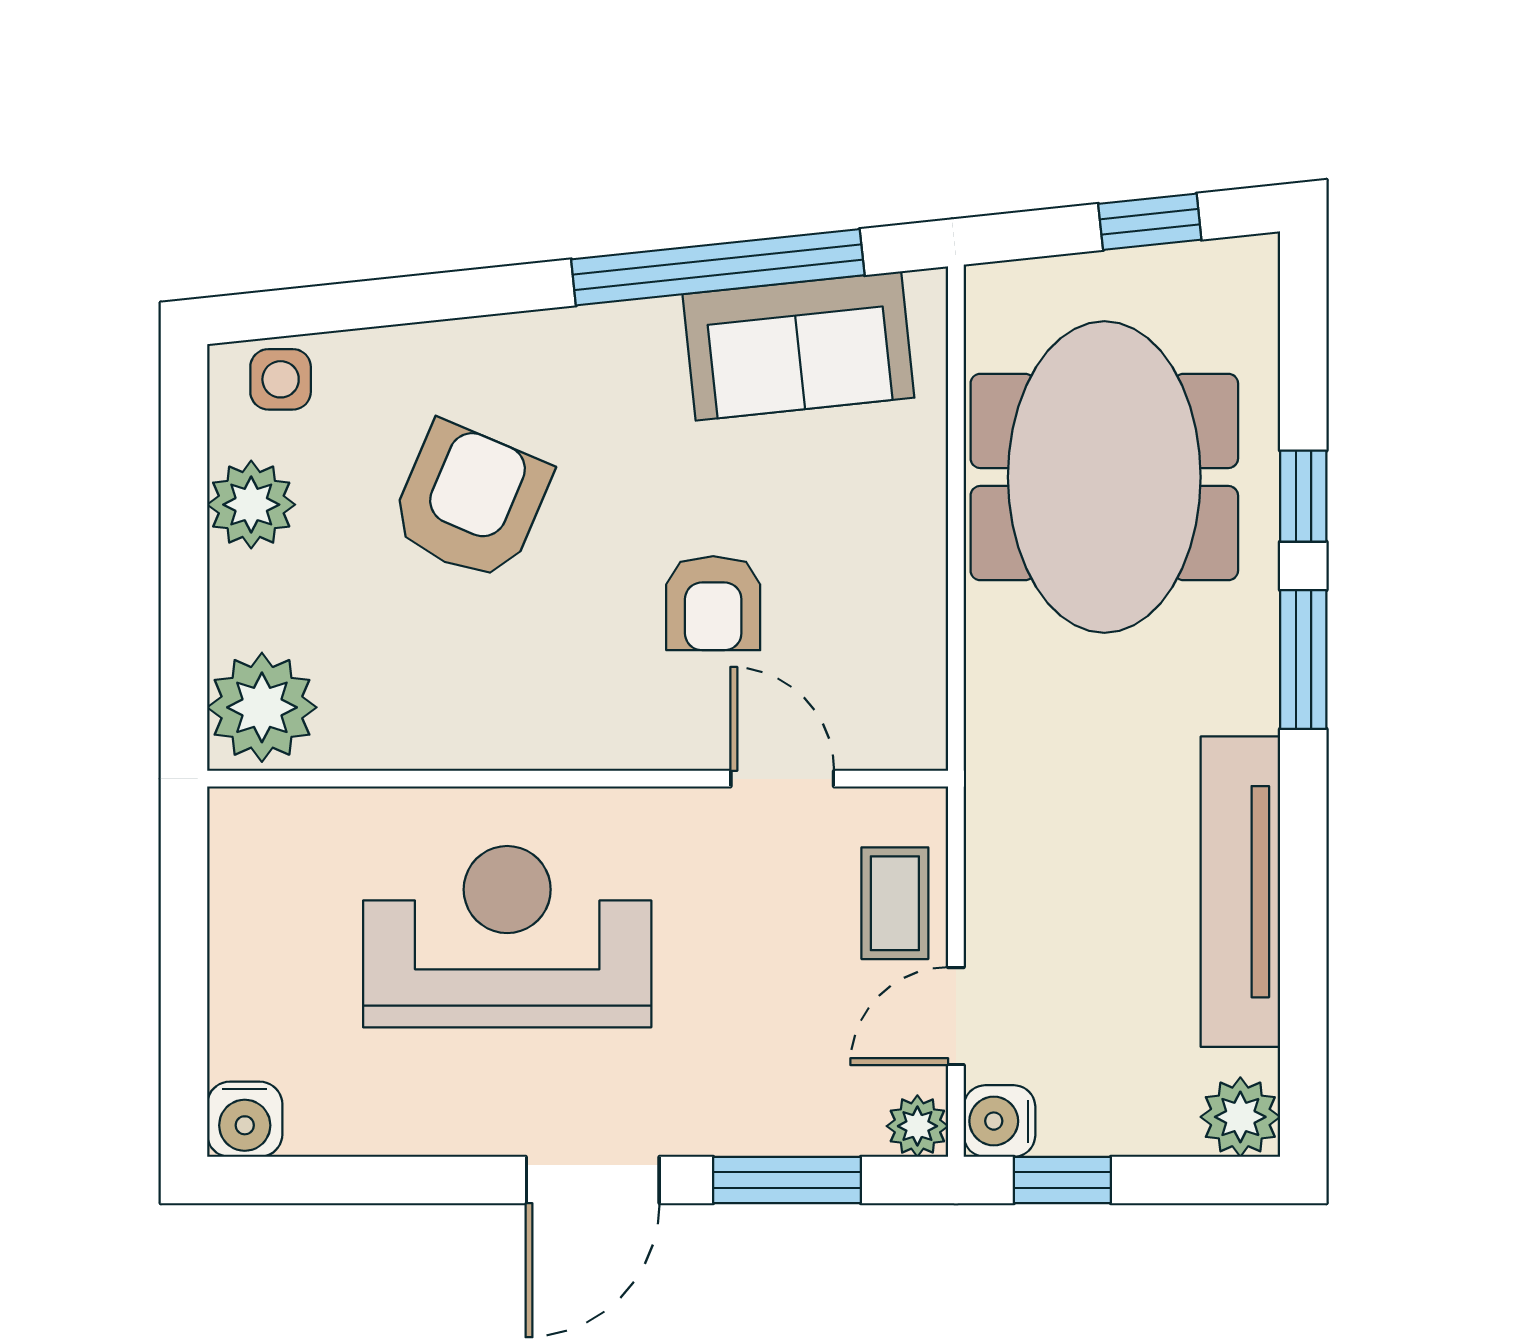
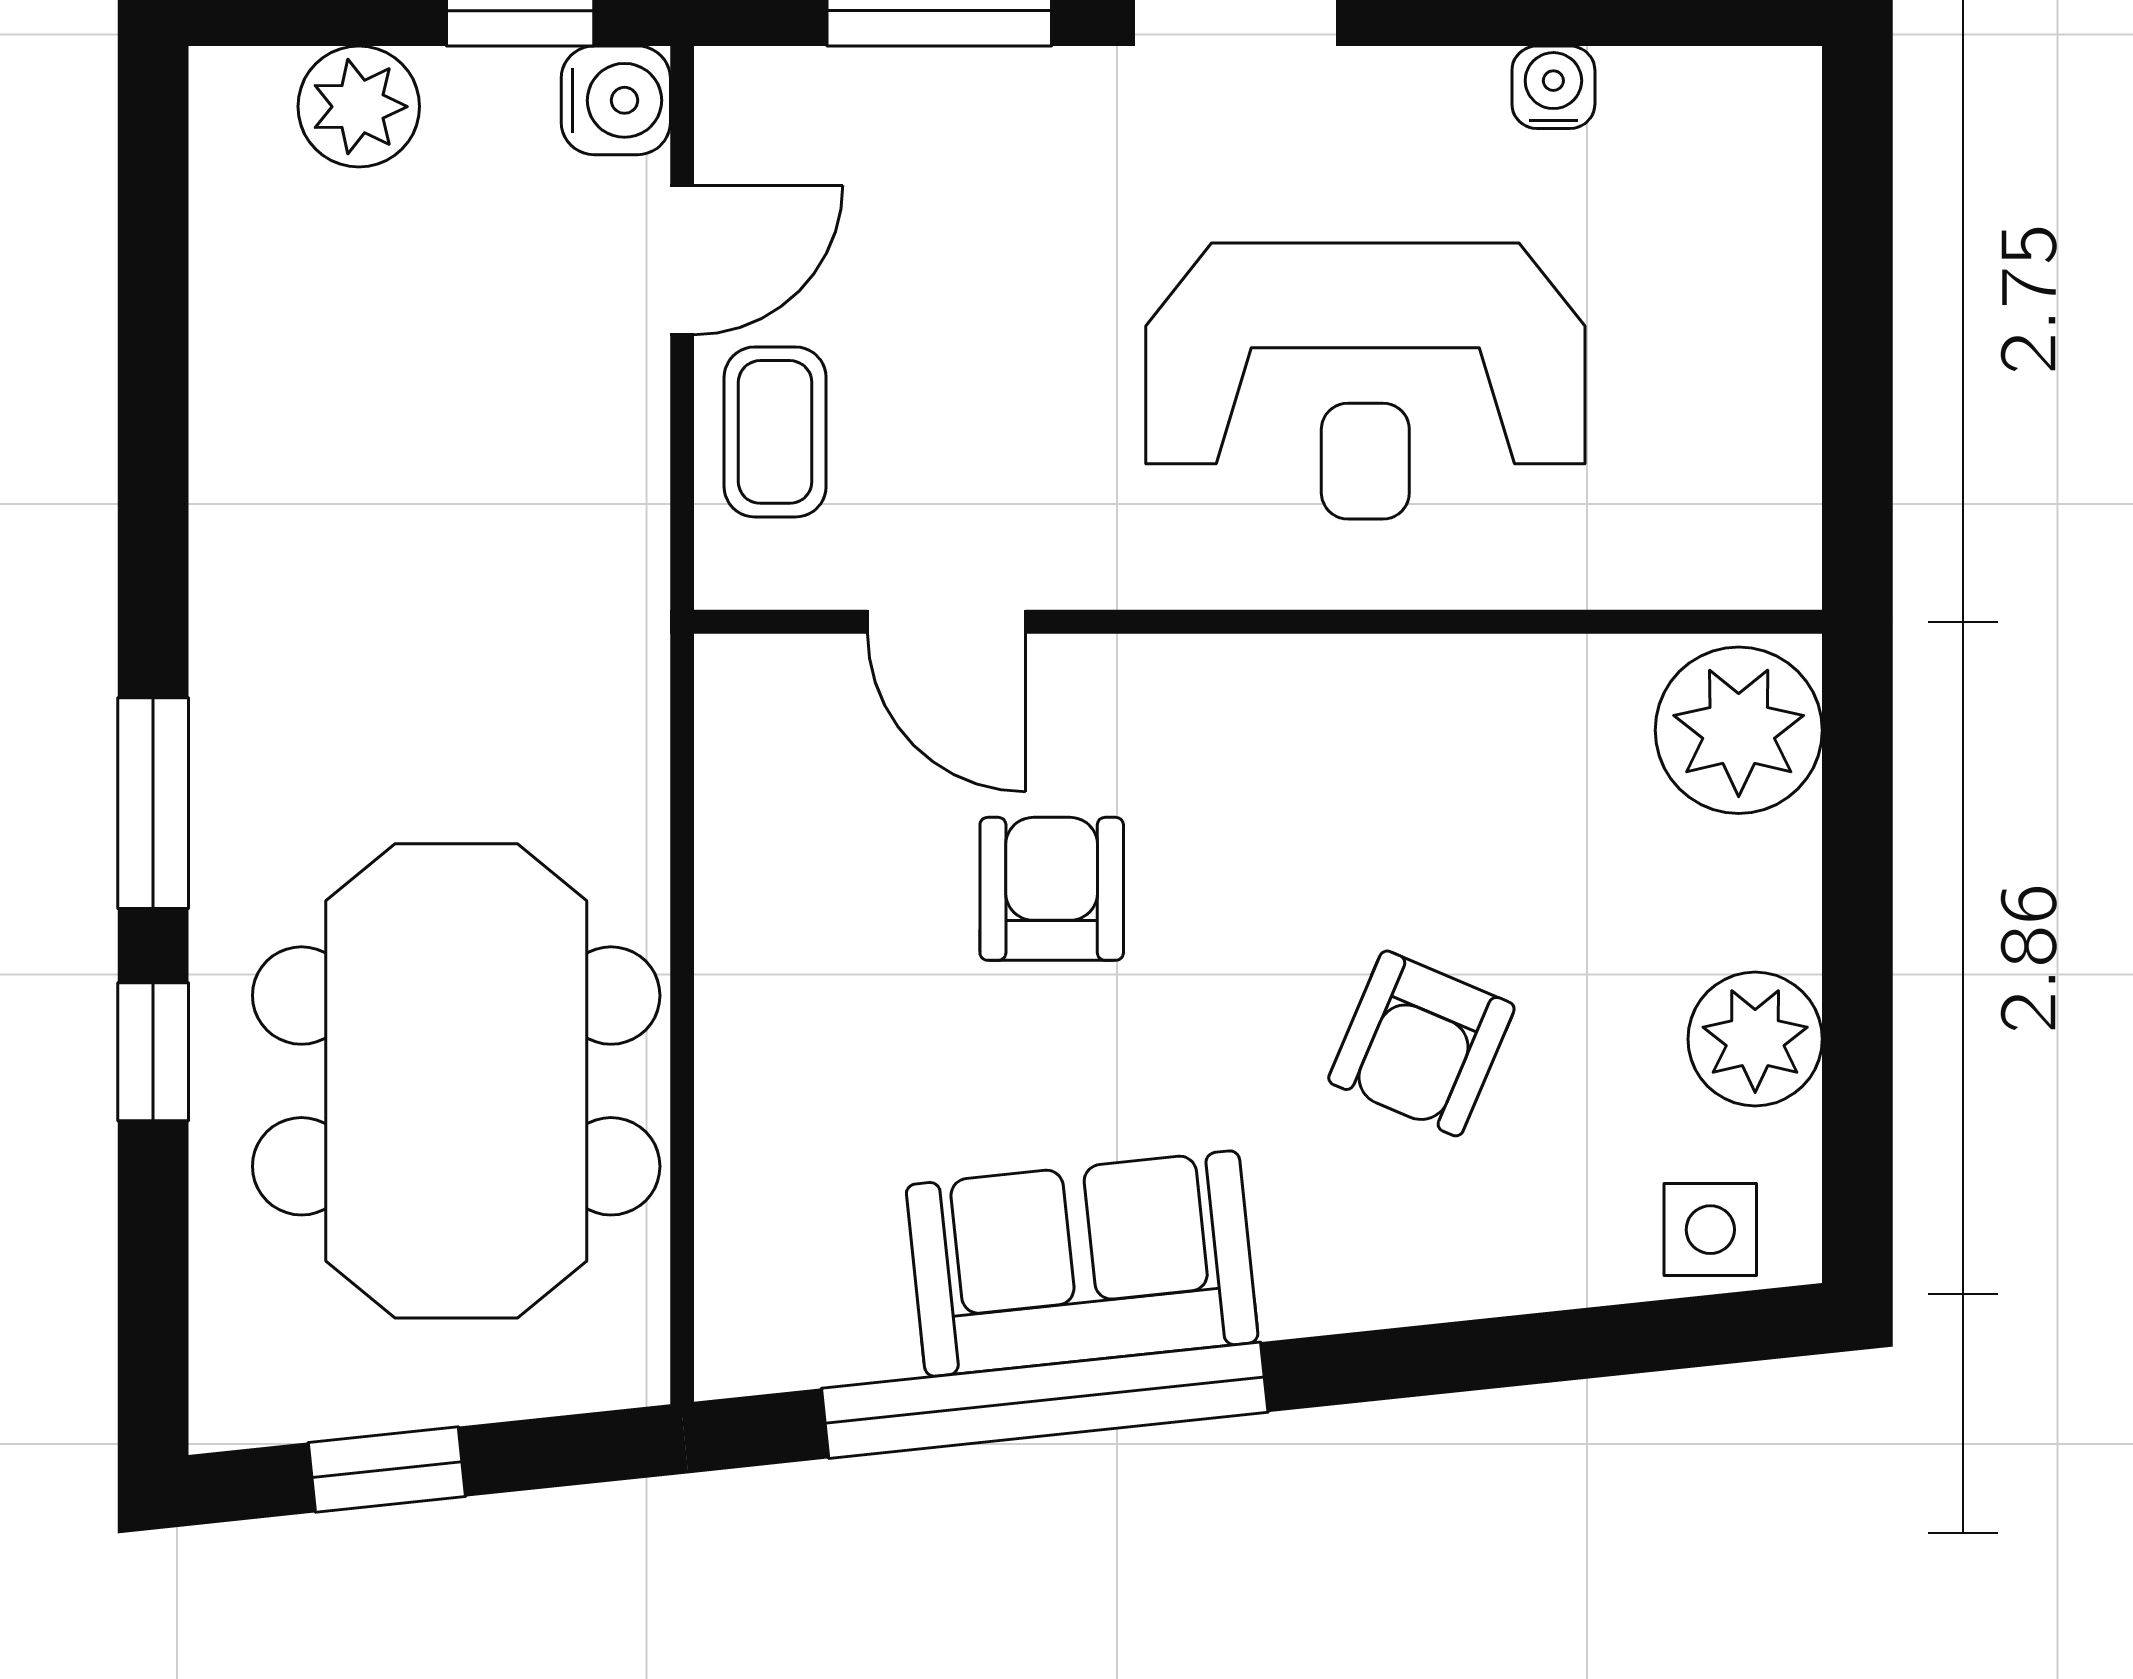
sofa: (798, 346) -> (1082, 1264), moved
armchair: (470, 502) -> (1421, 1043), width x0.72, depth x0.72
tv unit: (1240, 892) -> (249, 450), removed
plant: (1240, 1117) -> (359, 107), moved
water cooler: (245, 1119) -> (1553, 87), moved, width x0.72, depth x0.72
plant: (917, 1126) -> (741, 93), removed

